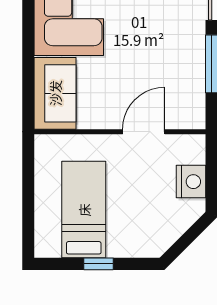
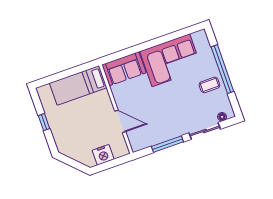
bed: (84, 210) -> (78, 85), moved, turned 180

